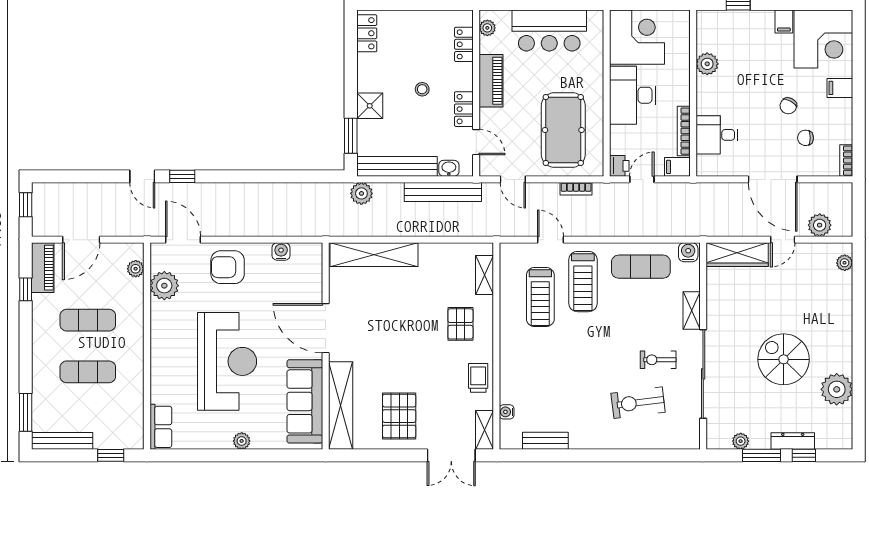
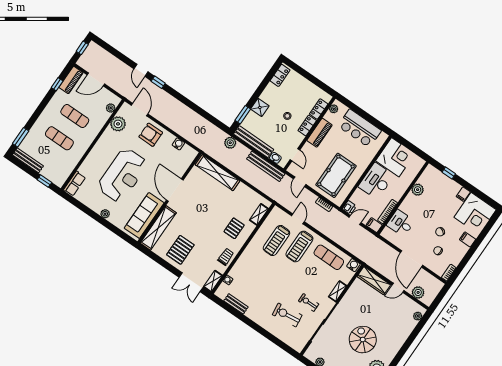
locker: (464, 109) -> (307, 126), moved

